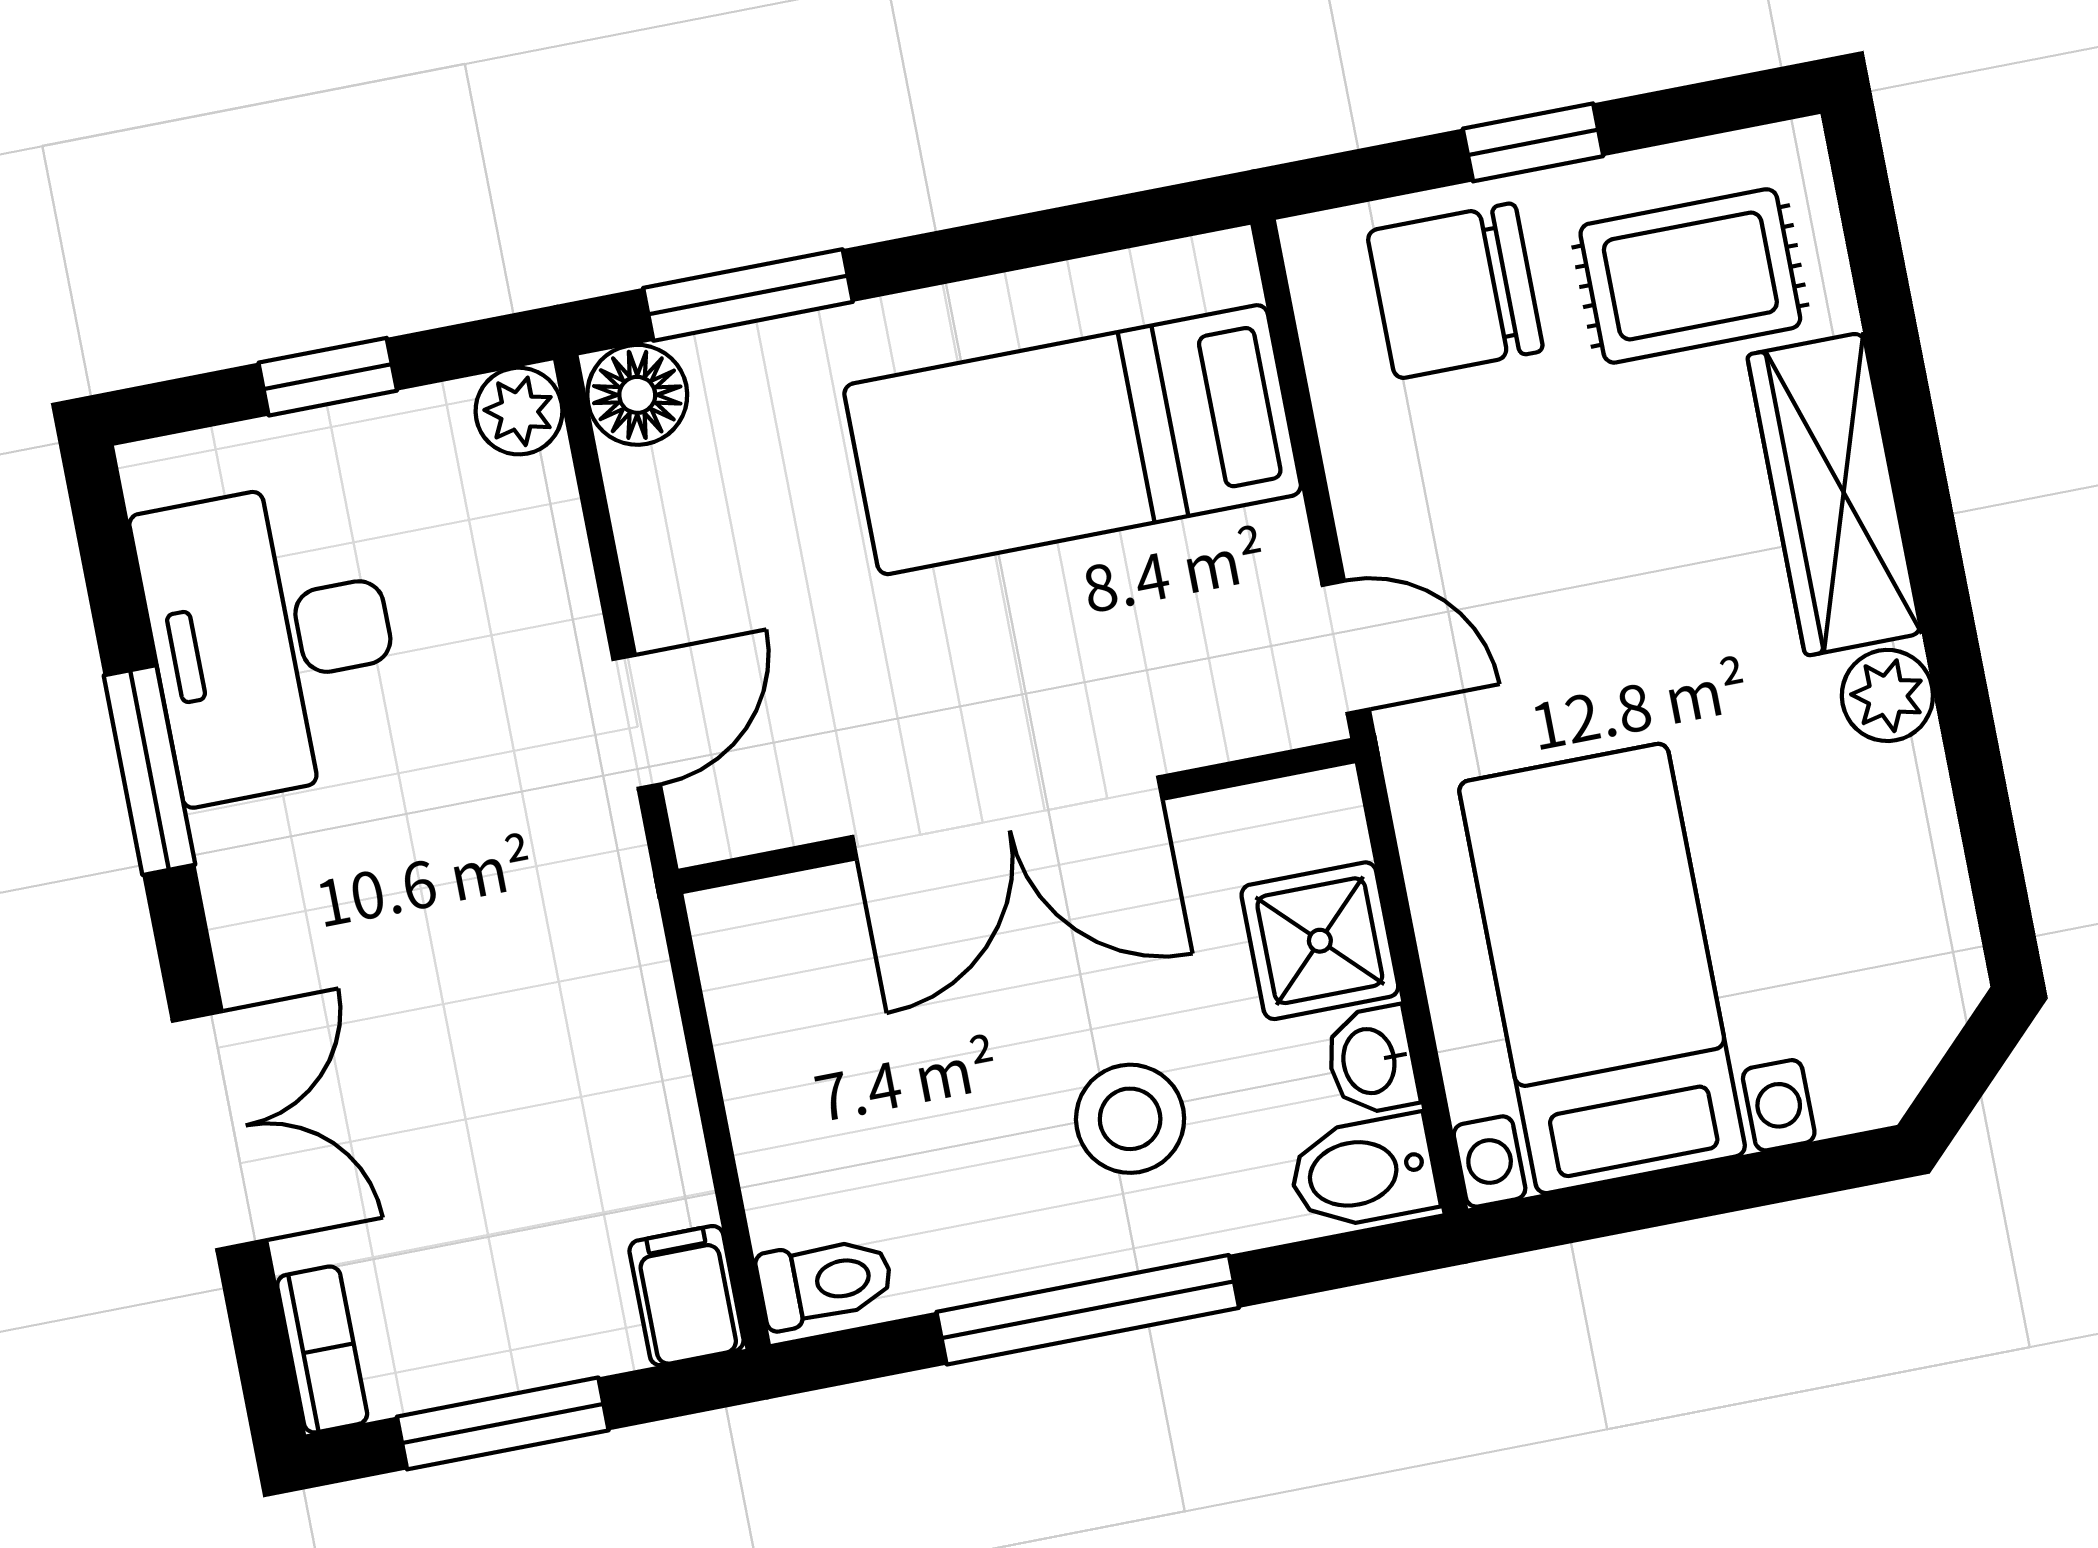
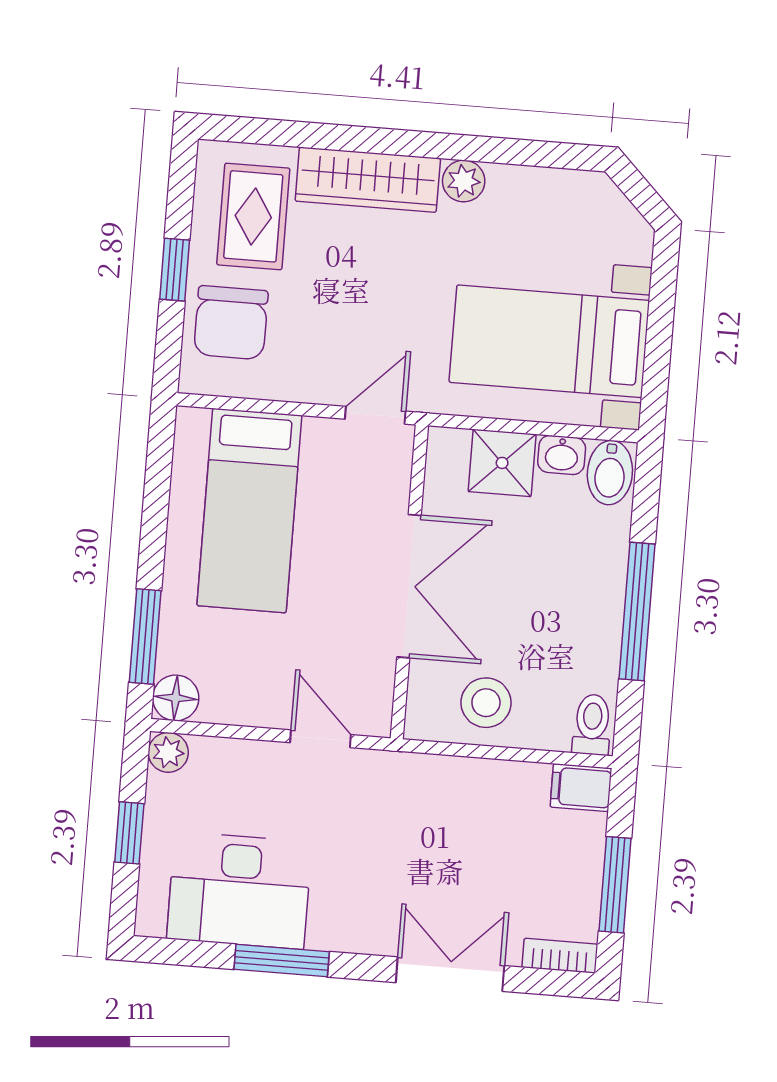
stool: (1130, 1119) -> (486, 703), moved

